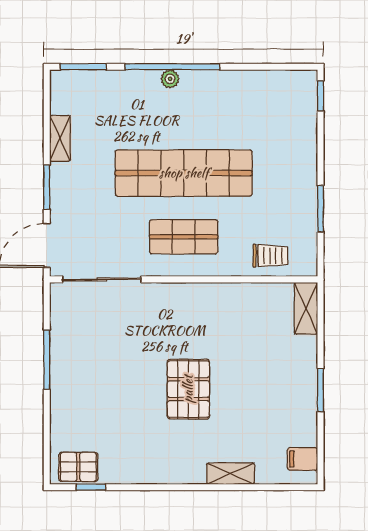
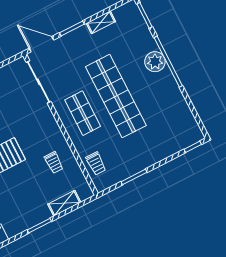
plant: (170, 79) -> (155, 62), width x1.88, depth x1.88
shelving: (306, 308) -> (64, 203), moved
trolley: (236, 319) -> (54, 163), added

